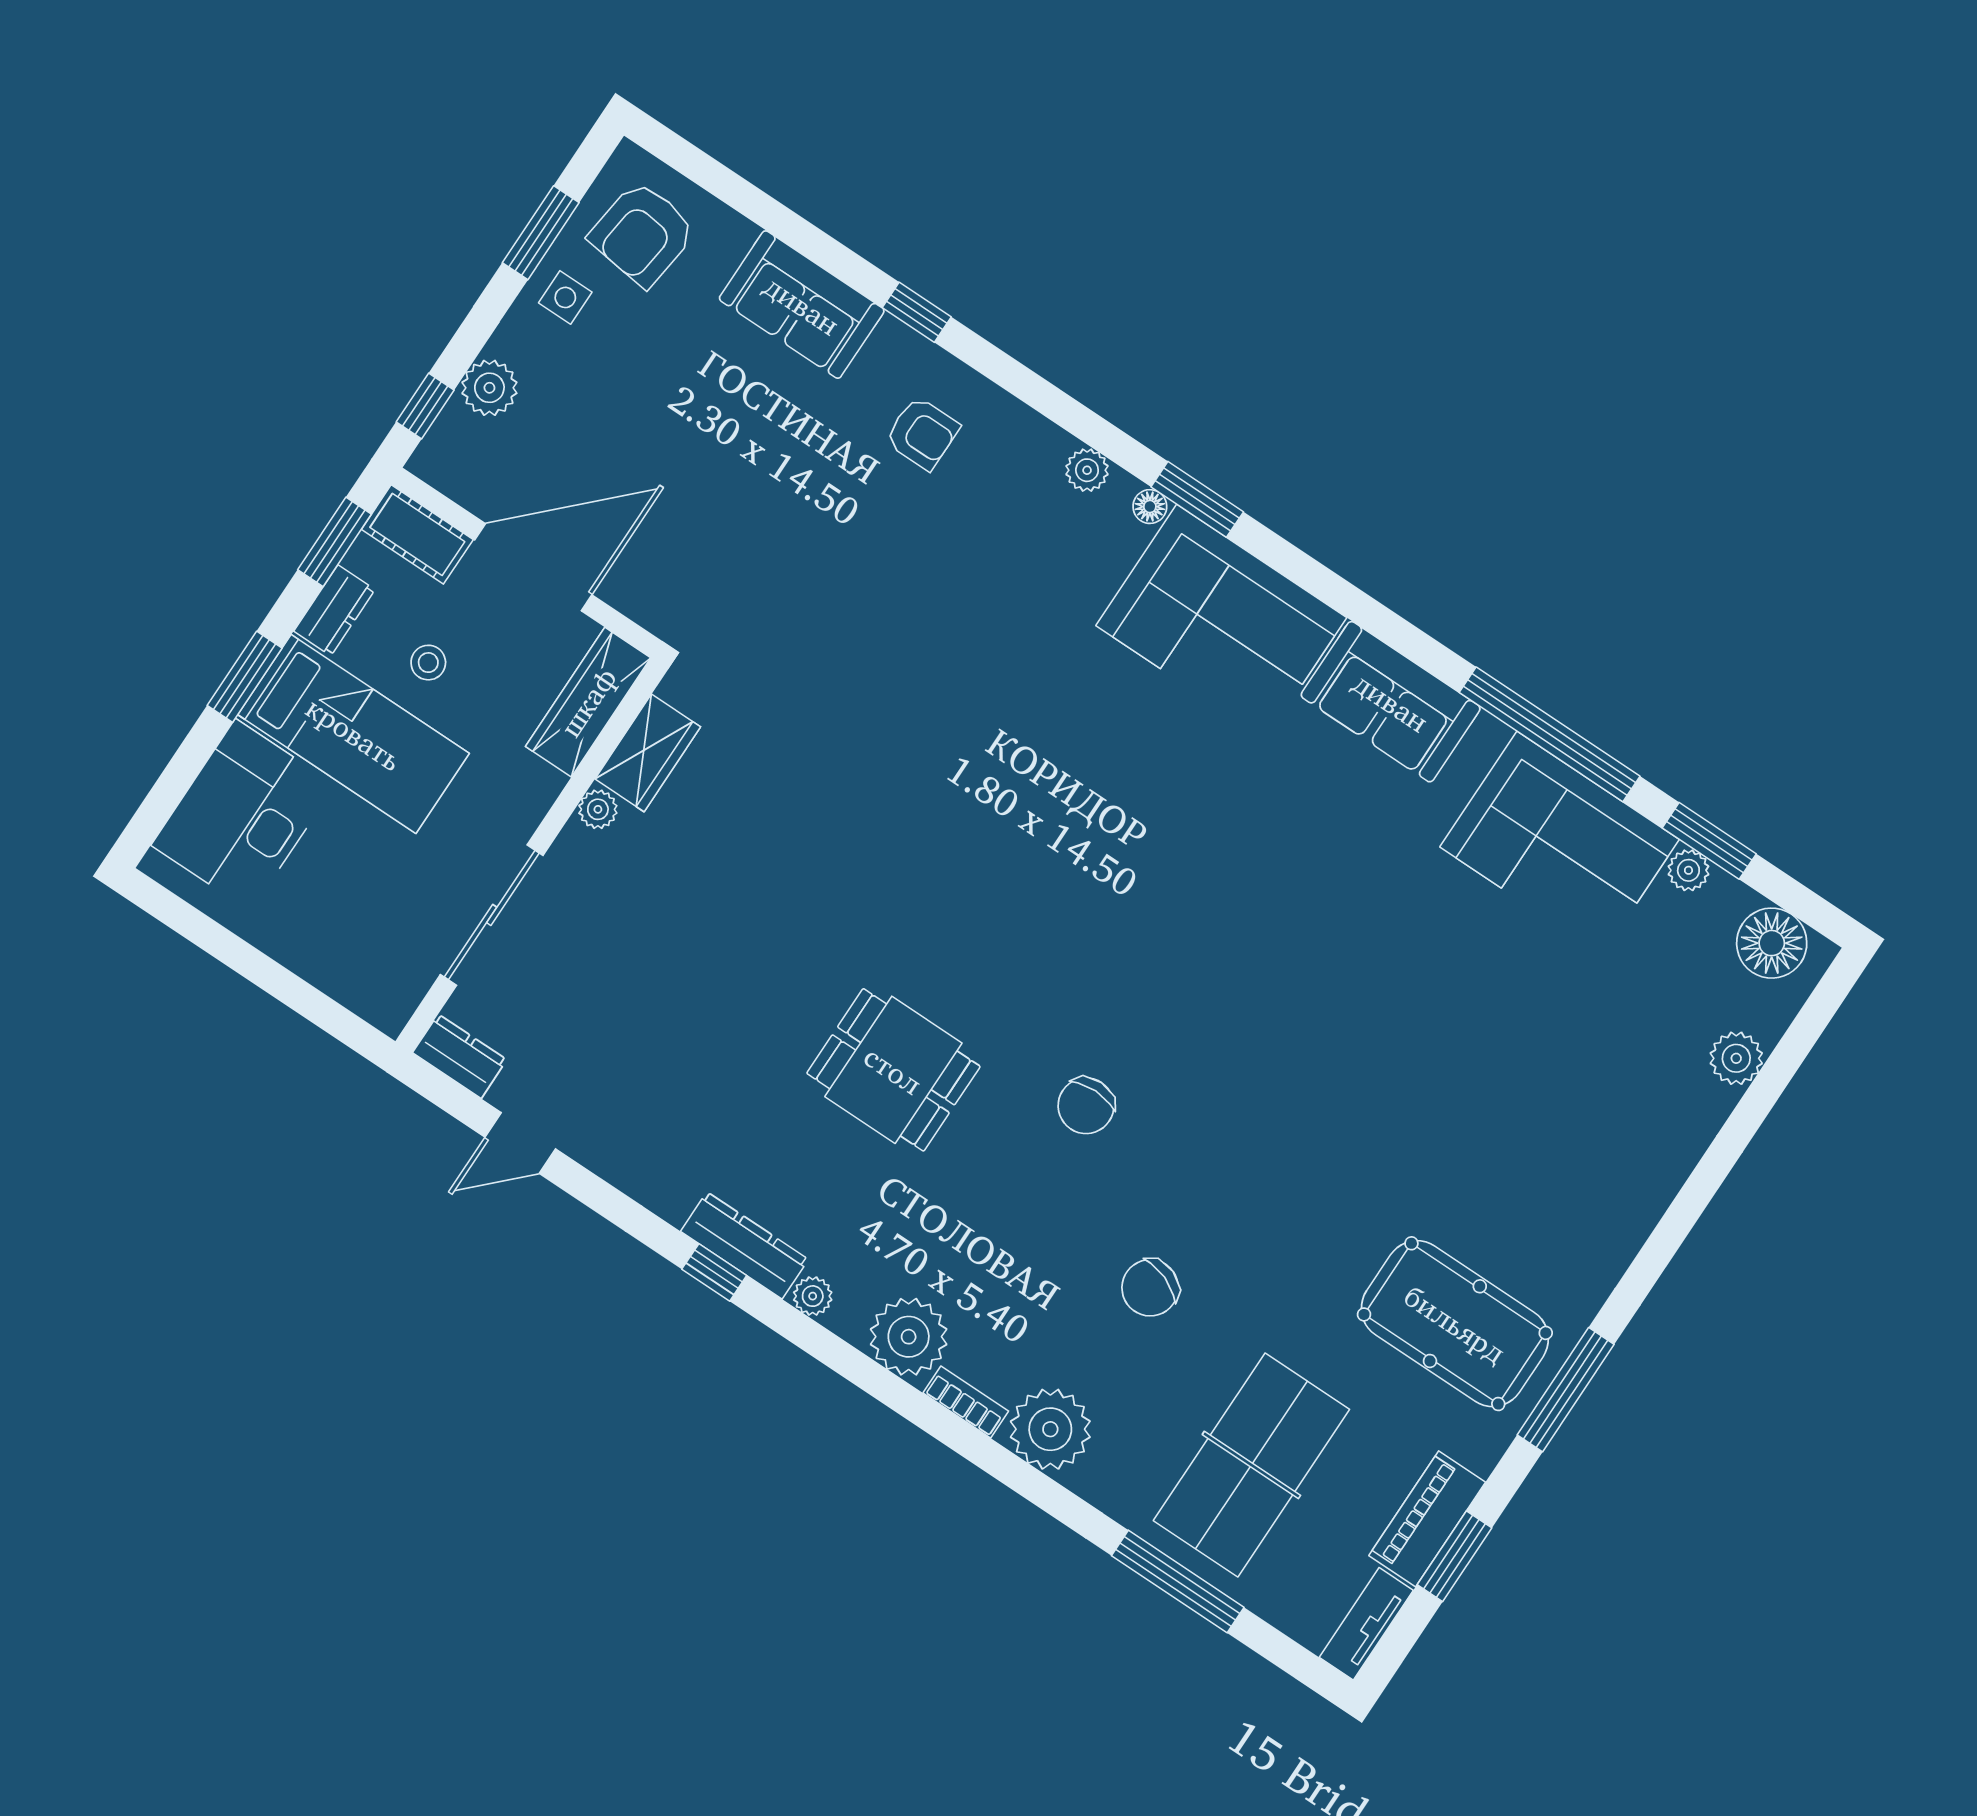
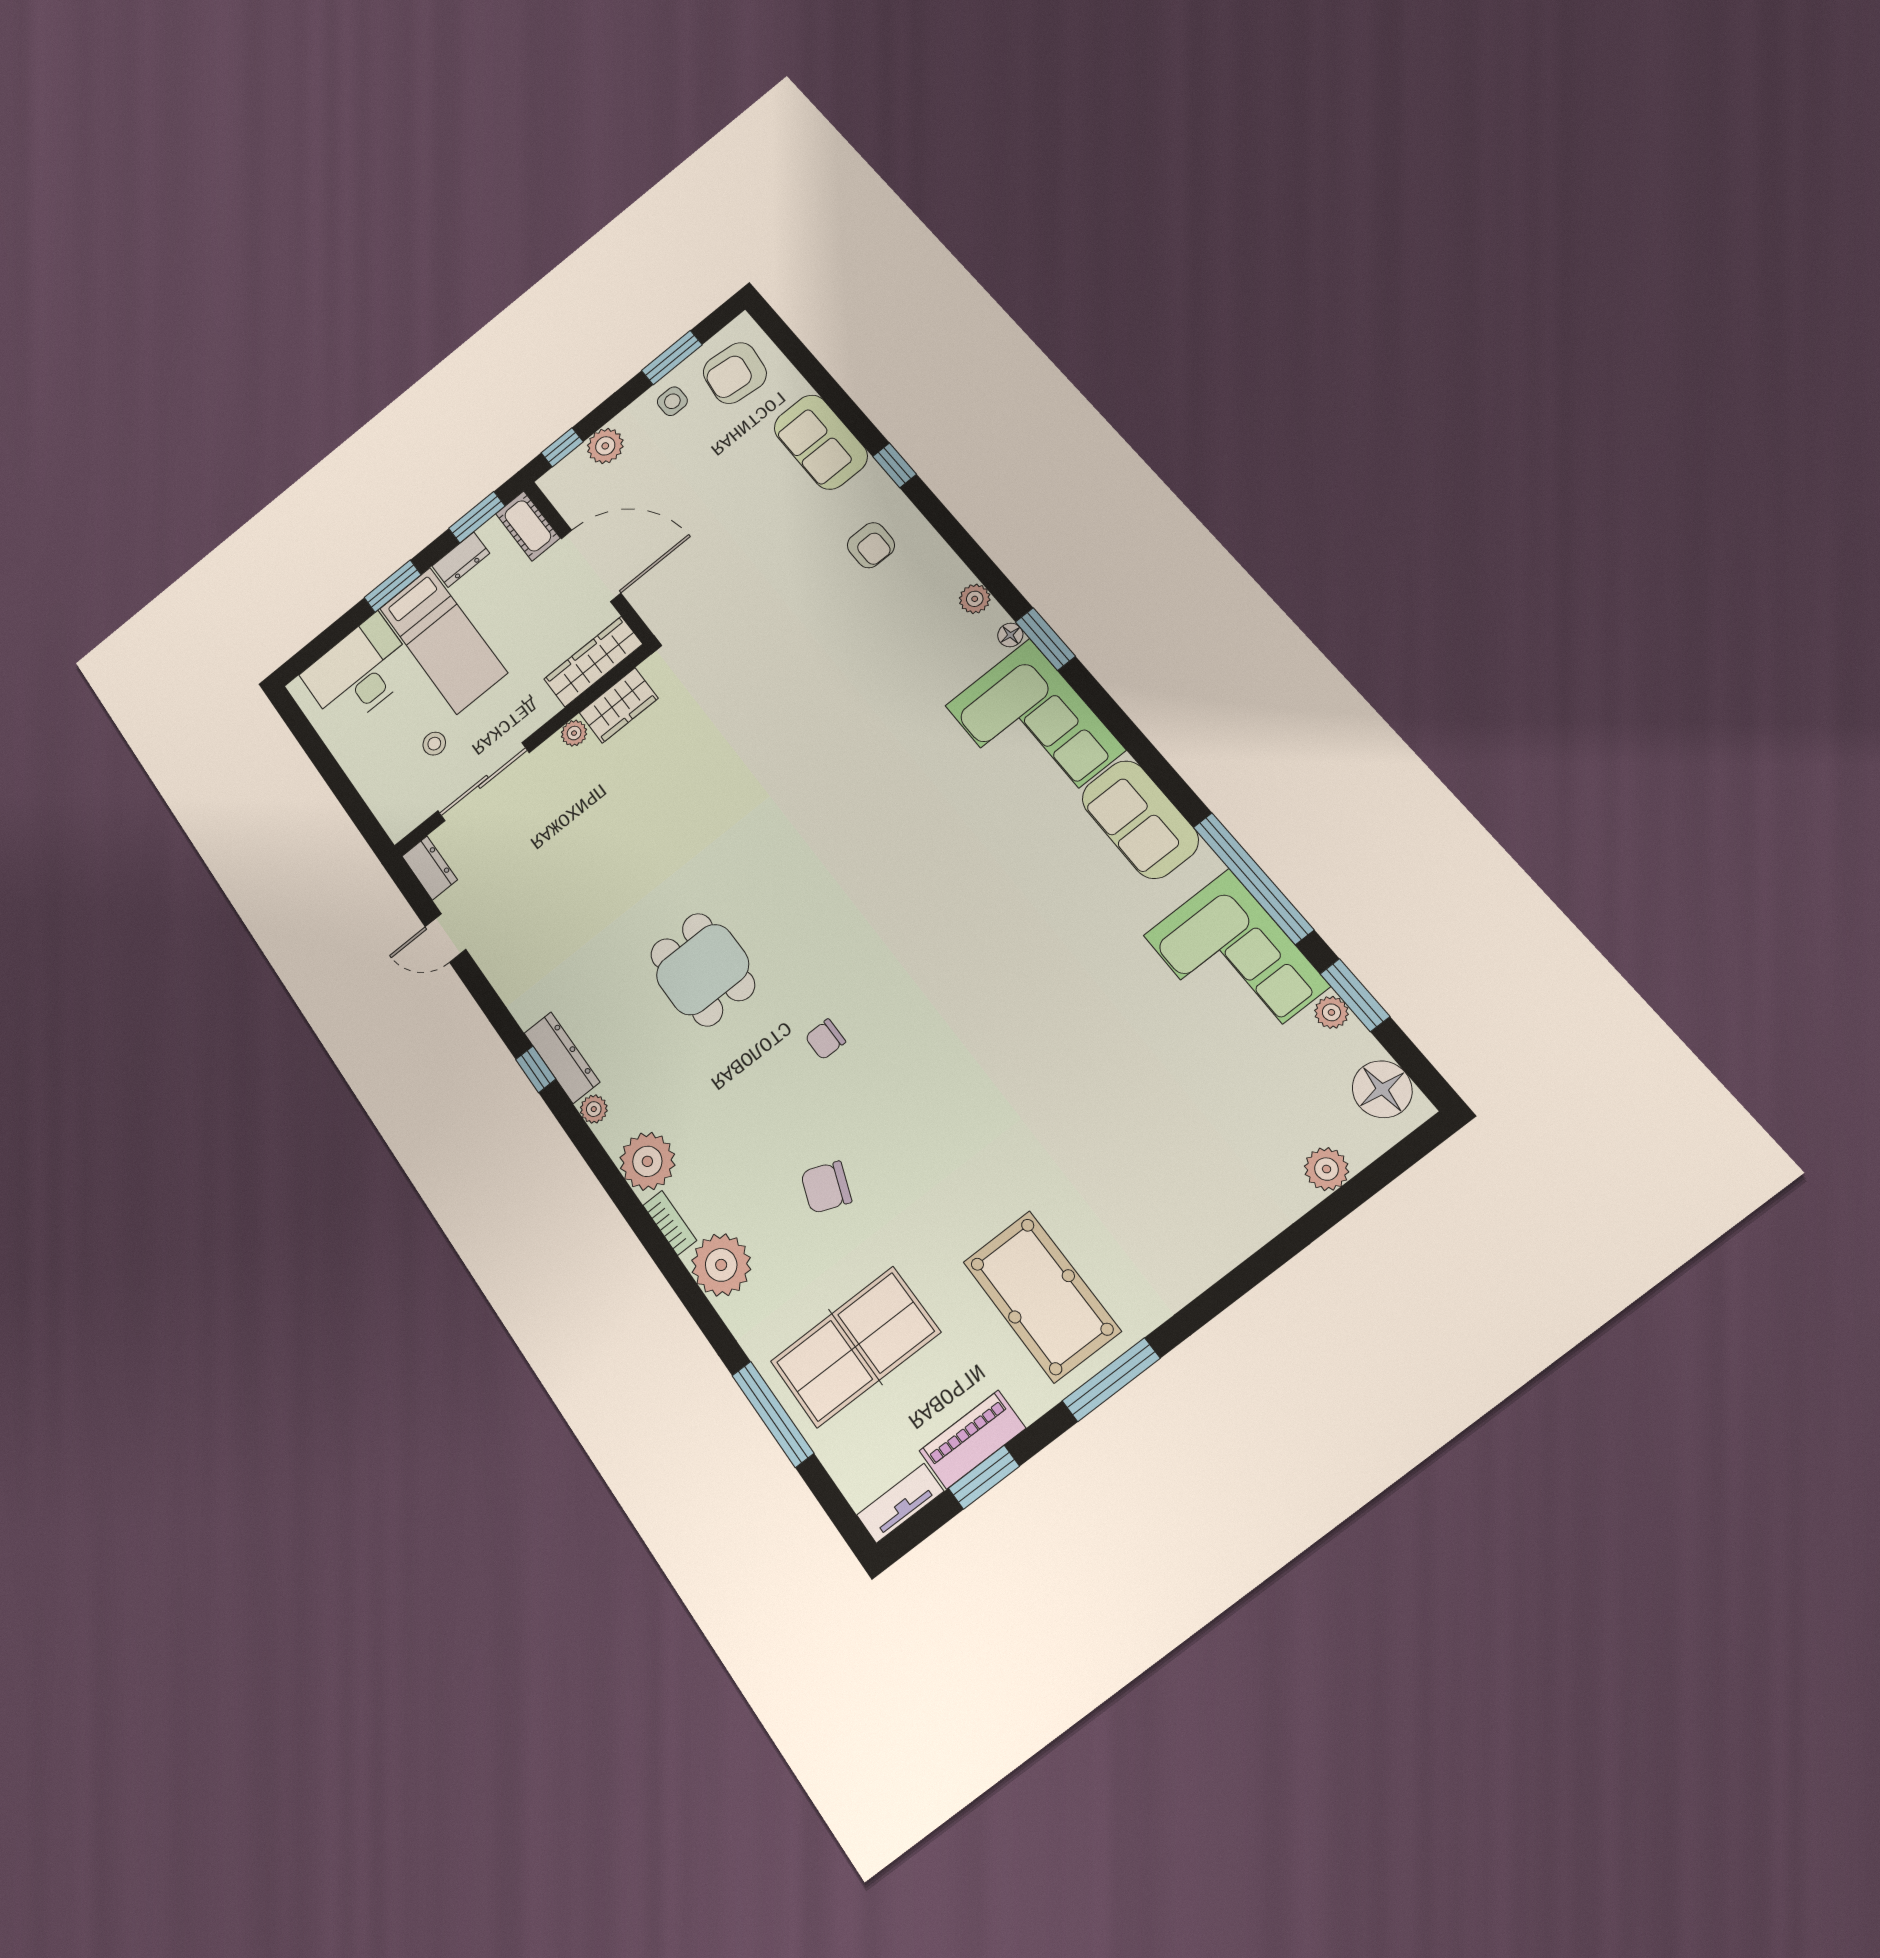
stool: (428, 663) -> (434, 744), moved
chair: (1086, 1106) -> (825, 1039), width x0.73, depth x0.73

